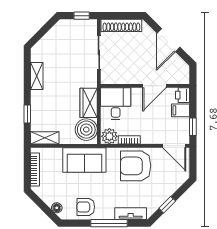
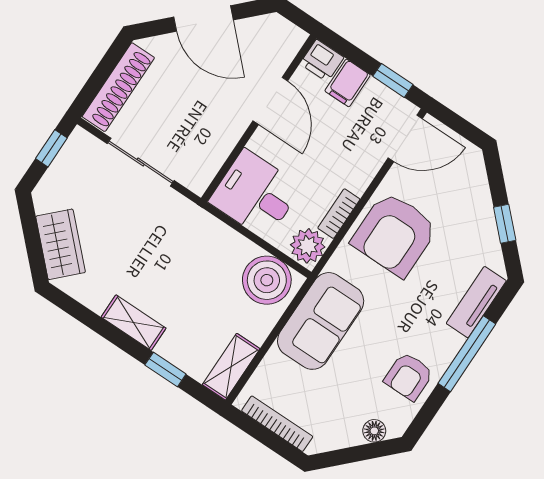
shelving: (37, 76) -> (134, 323), moved
wardrobe: (89, 103) -> (61, 244), moved, turned -135

